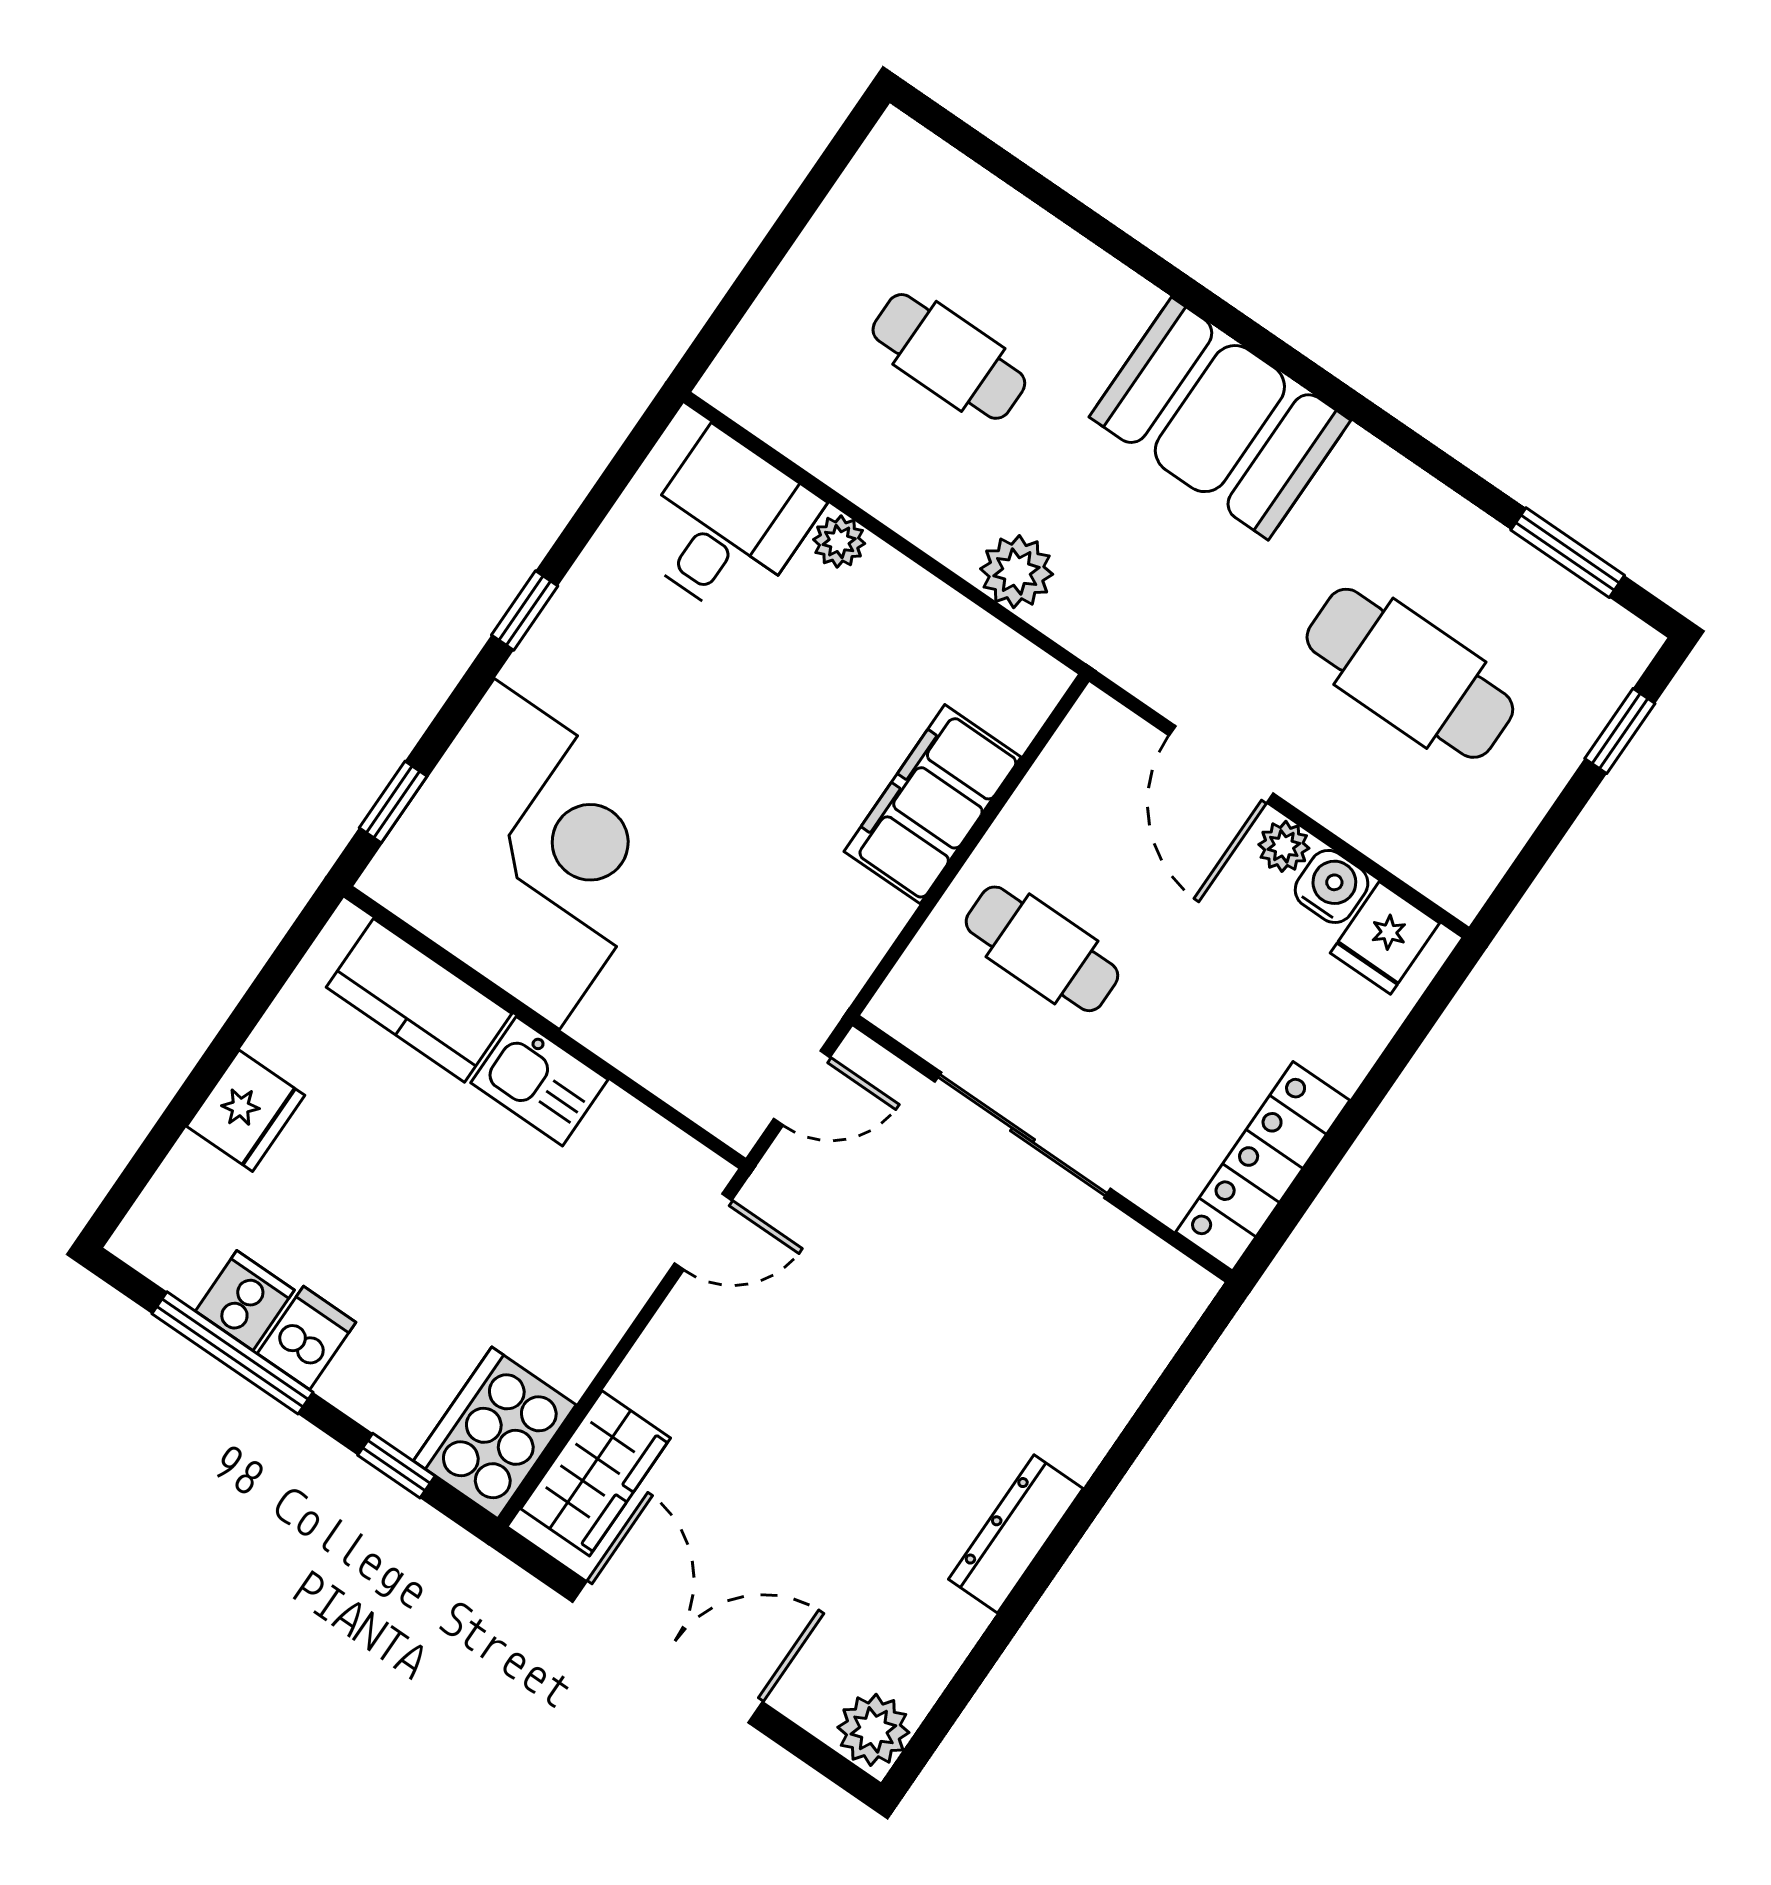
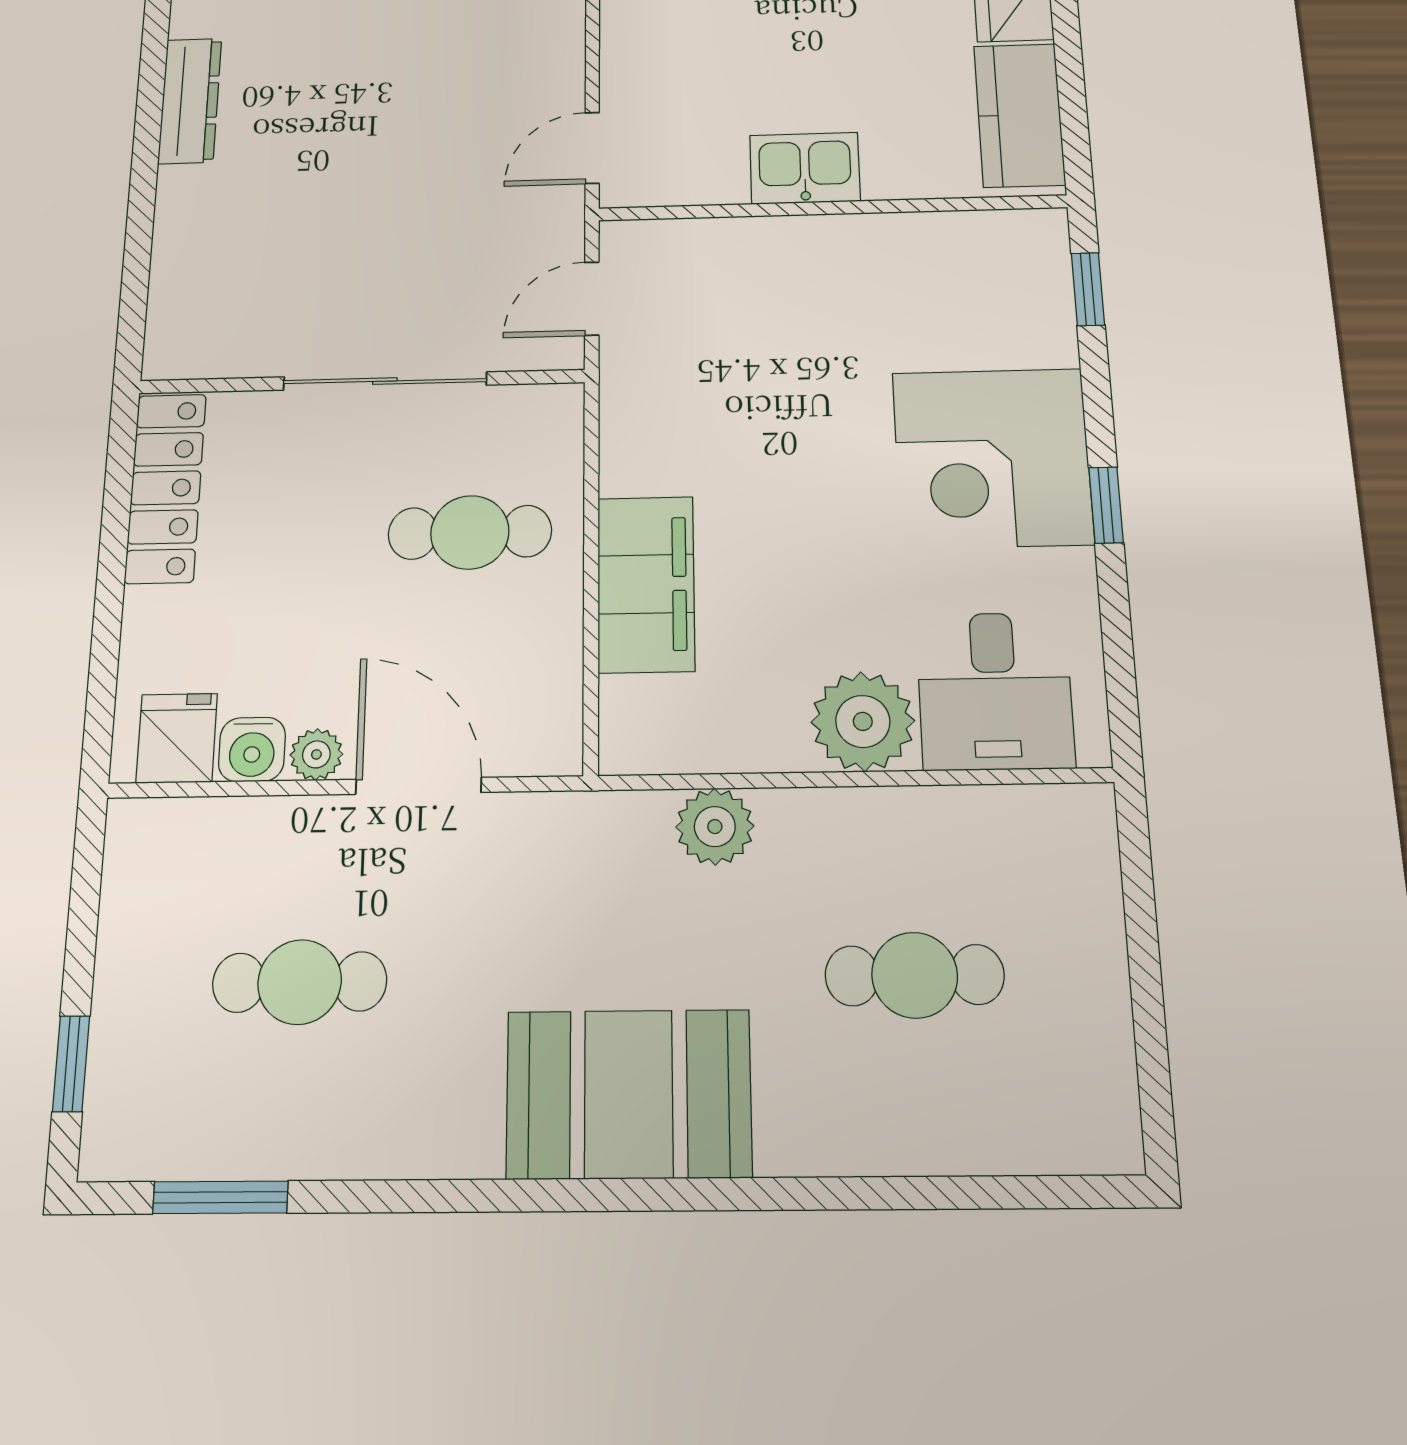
plant: (839, 542) -> (863, 721), width x1.88, depth x1.88
cafe table: (1410, 673) -> (300, 982), width x0.73, depth x0.74
corner desk: (527, 854) -> (992, 458), moved, width x0.74, depth x0.74
kitchen counter: (419, 1000) -> (1019, 115), moved, turned -90

